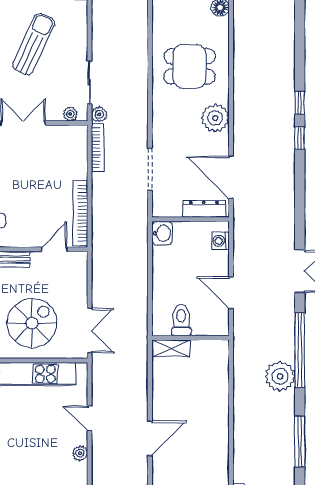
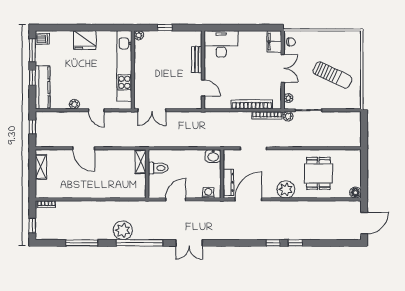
bookcase: (80, 213) -> (252, 104), moved
spiral stairs: (32, 323) -> (156, 74), removed
door: (90, 418) -> (96, 110), swing flipped

